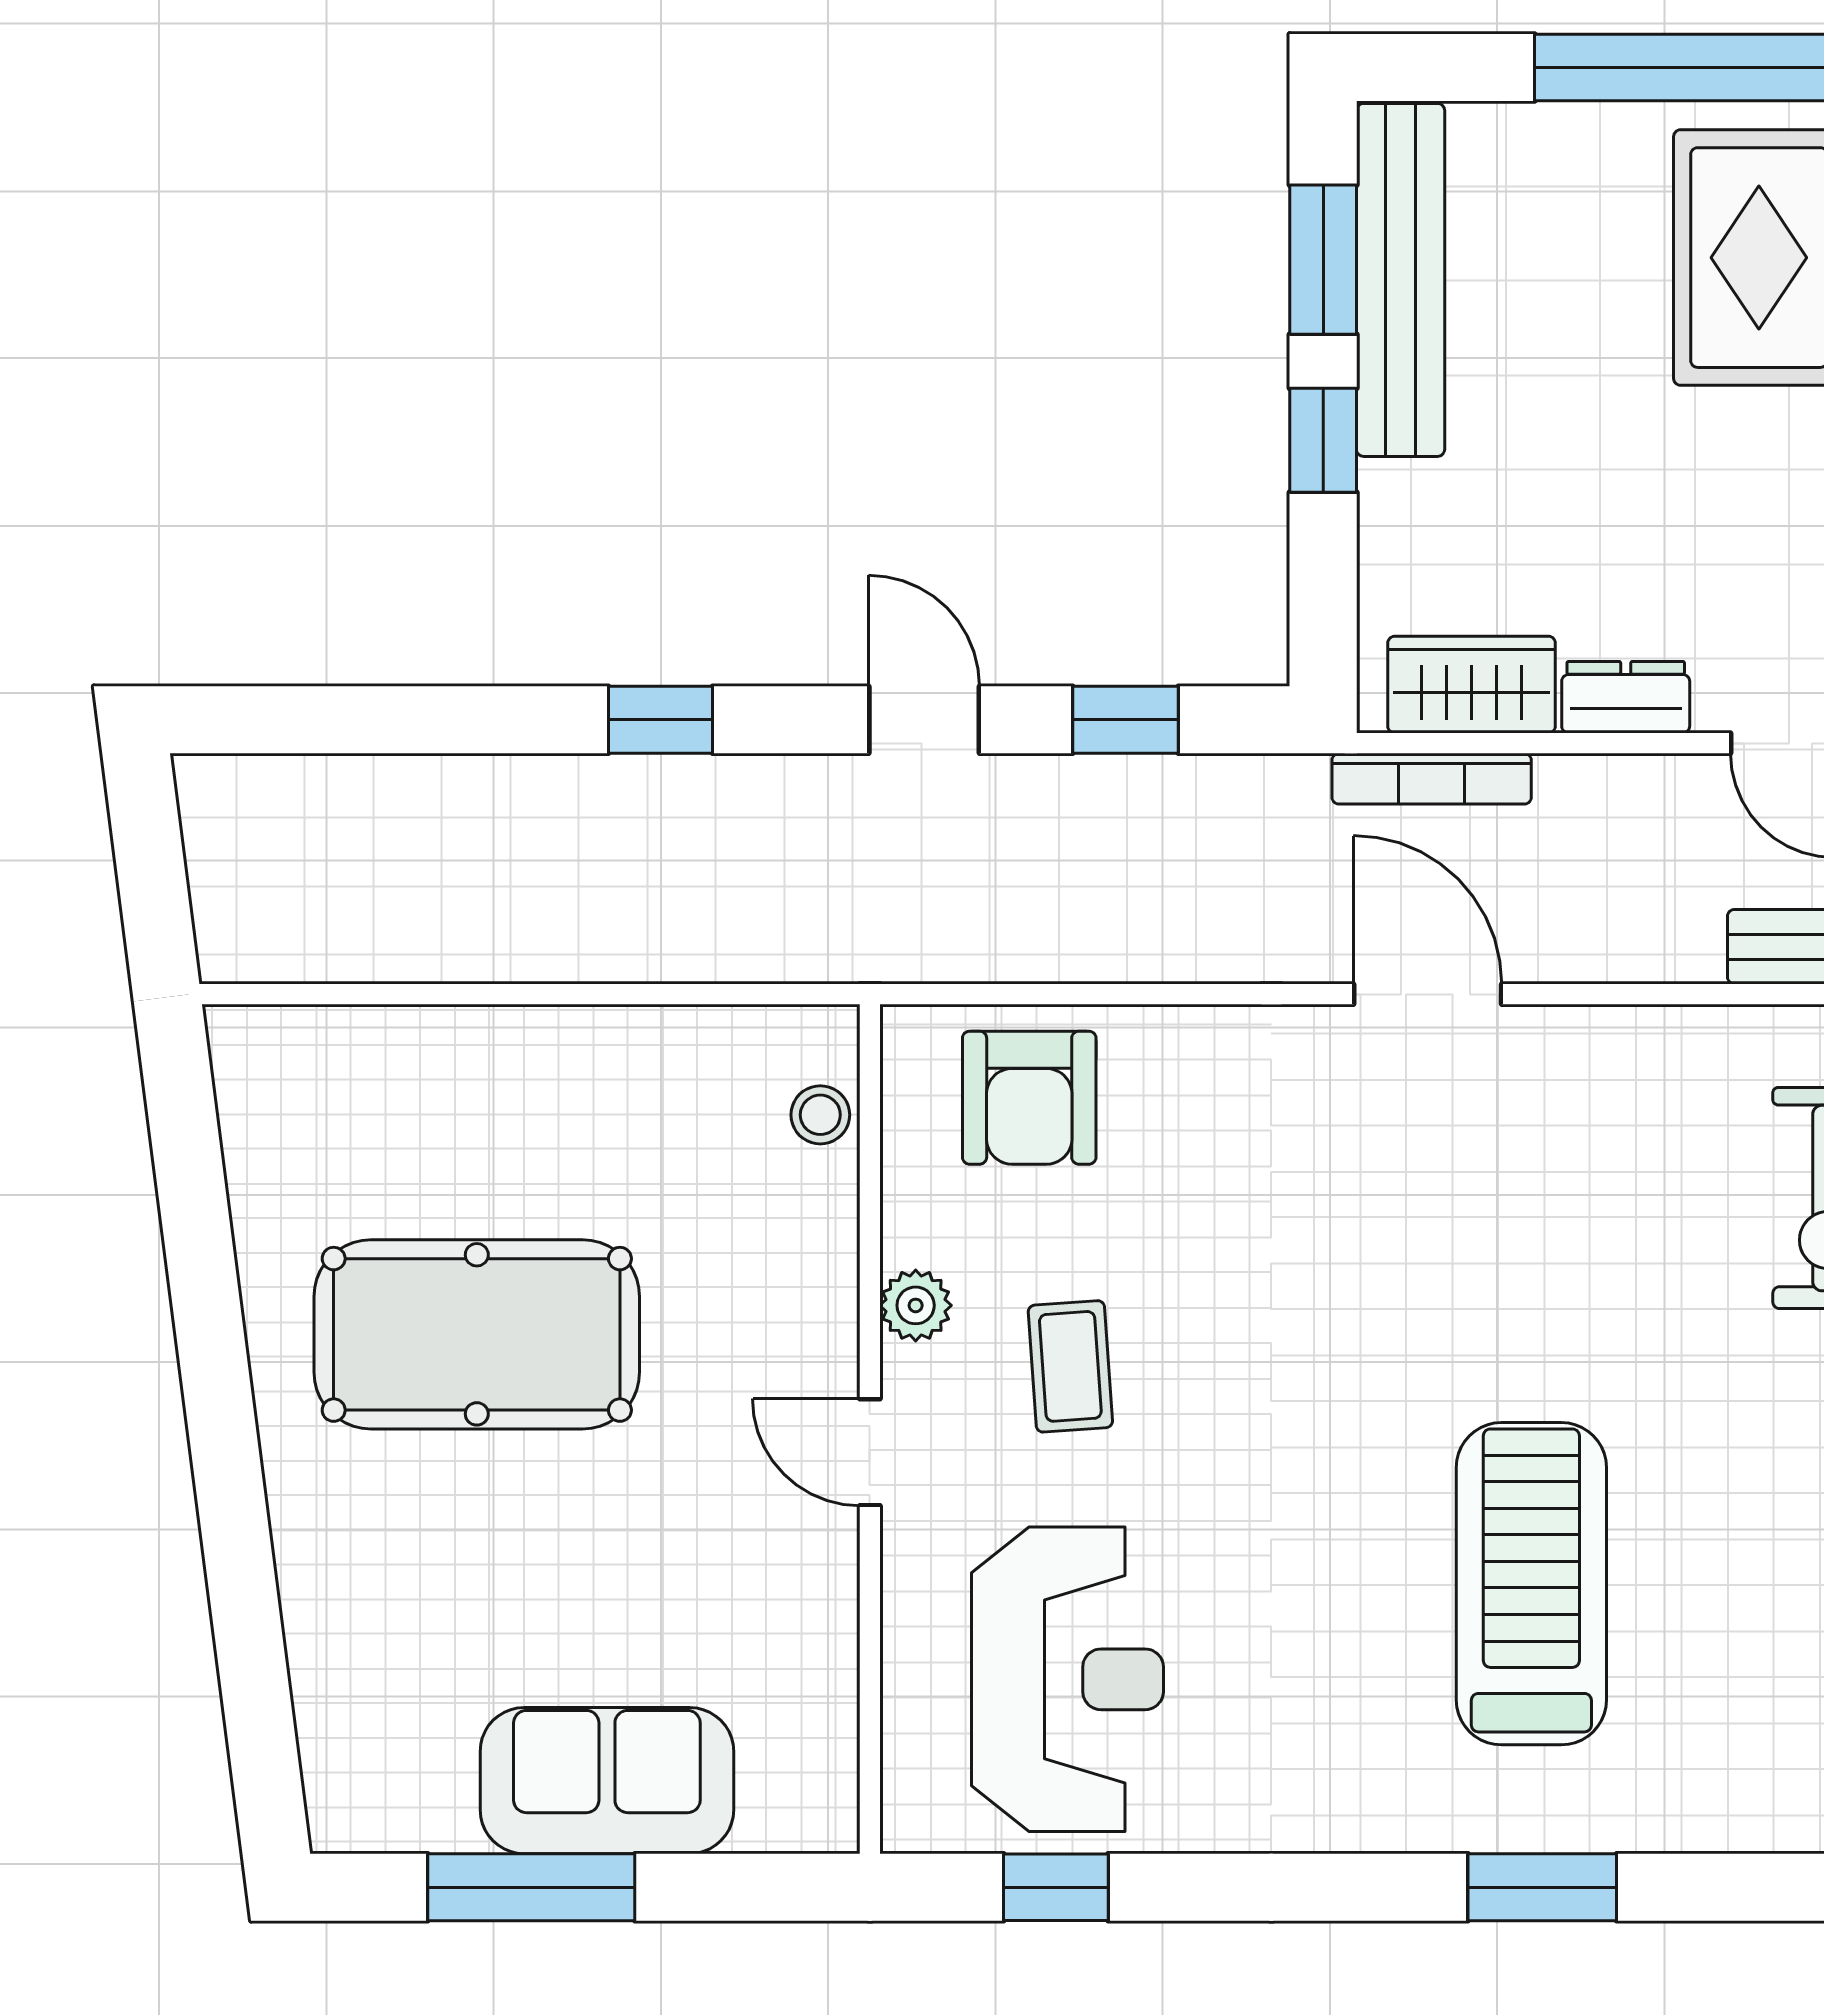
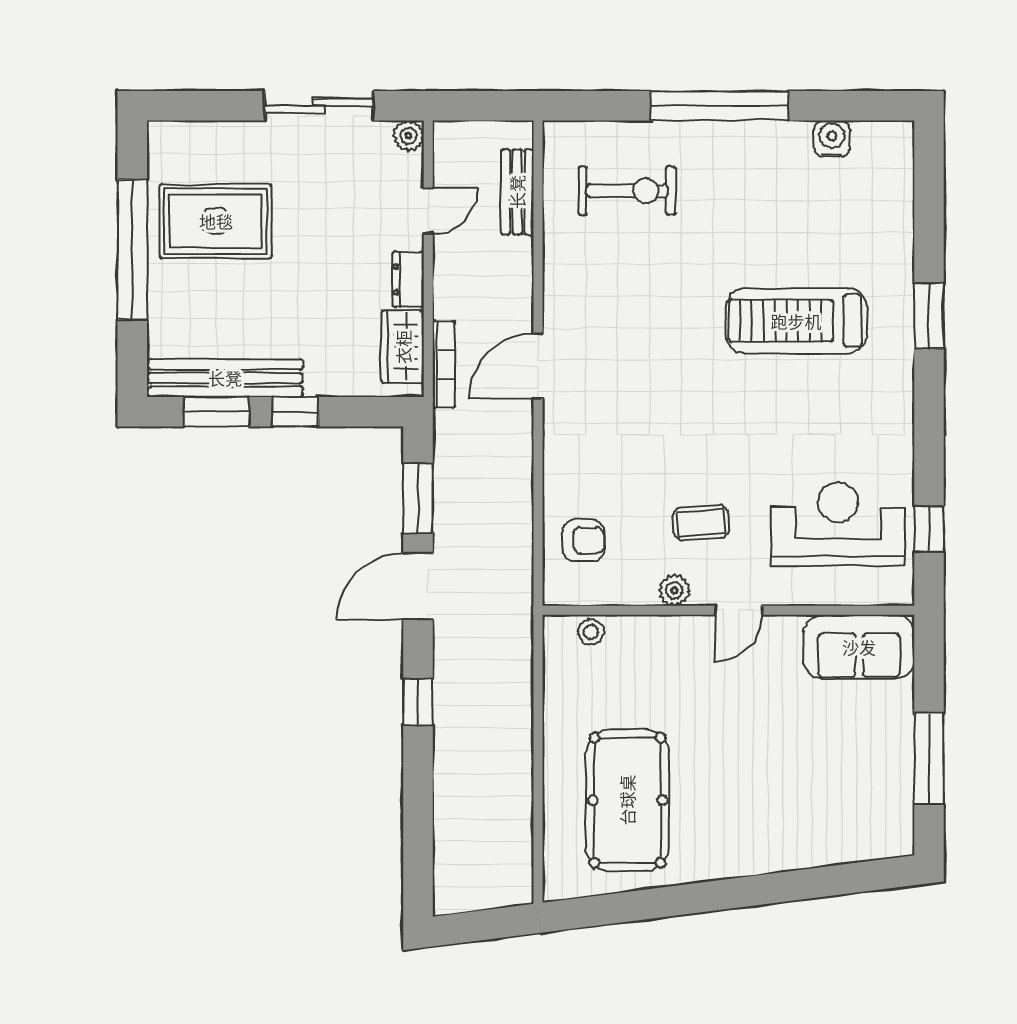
door: (924, 720) -> (418, 587), width x1.38
window: (1125, 720) -> (418, 498), width x1.50
armchair: (1029, 1098) -> (583, 541), width x0.72, depth x0.72
pool table: (477, 1334) -> (627, 800), moved
sofa: (607, 1781) -> (859, 647), moved, turned -90

